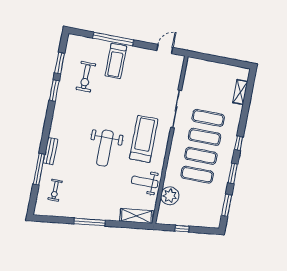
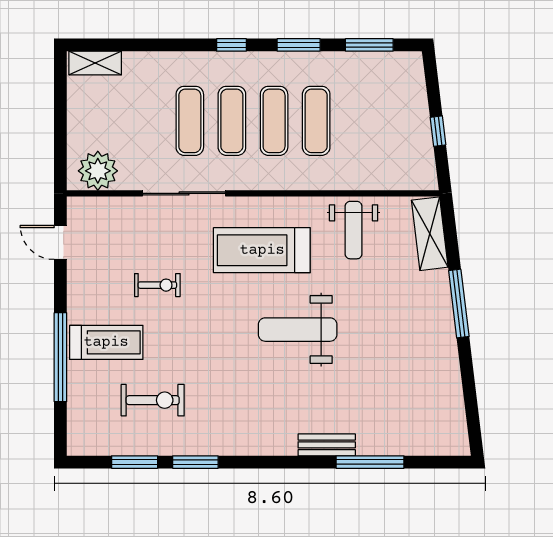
shelving: (240, 92) -> (95, 63), moved
weight bench: (105, 148) -> (298, 330), turned 180
exercise bike: (55, 190) -> (157, 285), moved
plant: (170, 196) -> (98, 171), moved
window: (90, 222) -> (459, 304), moved

